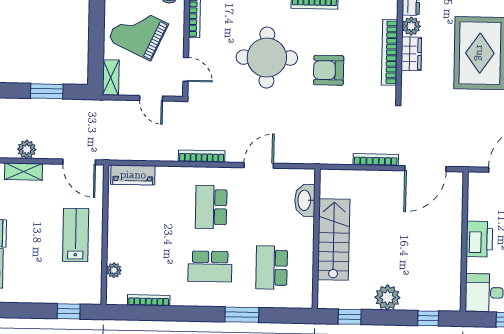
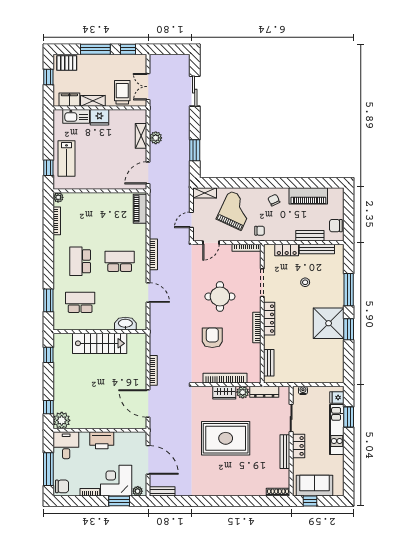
round table: (267, 58) -> (220, 296), width x0.73, depth x0.73
lab bench: (76, 235) -> (66, 159), moved, turned 90
plant: (114, 270) -> (58, 197), moved
plant: (387, 297) -> (62, 420), moved
window: (242, 315) -> (48, 300), moved

